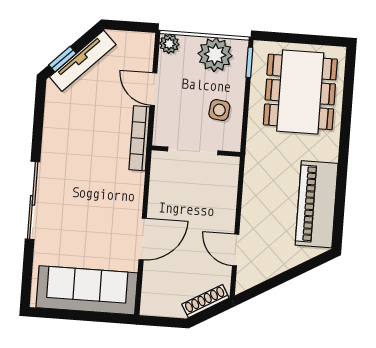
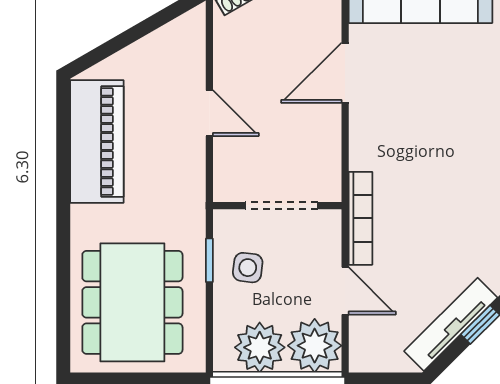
plant: (169, 44) -> (315, 346), width x1.87, depth x1.87
window: (249, 62) -> (209, 260), moved
door: (236, 250) -> (209, 113), moved

